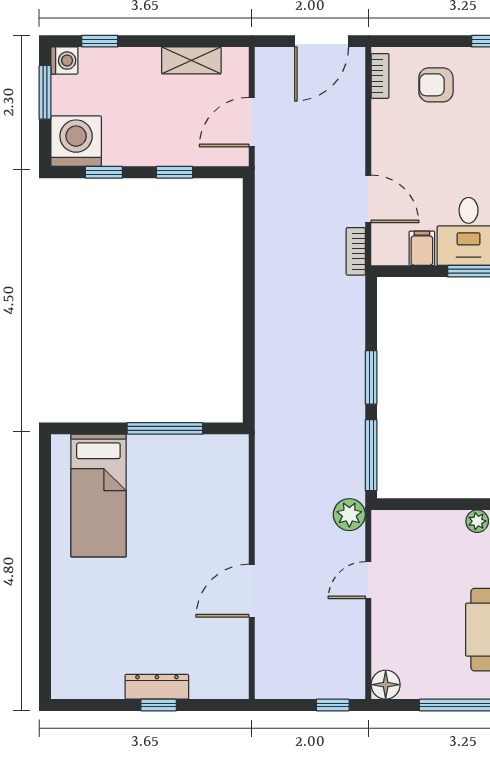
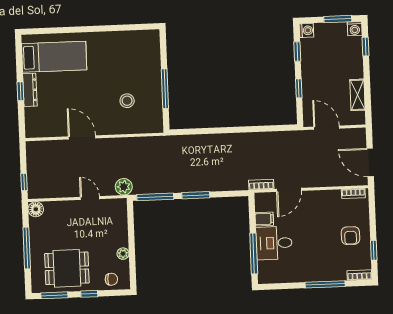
armchair: (436, 85) -> (351, 236), moved, turned 180
washing machine: (76, 141) -> (306, 30), width x0.53, depth x0.53
bed: (98, 496) -> (54, 57), moved, turned 180
stool: (185, 502) -> (127, 101), added

